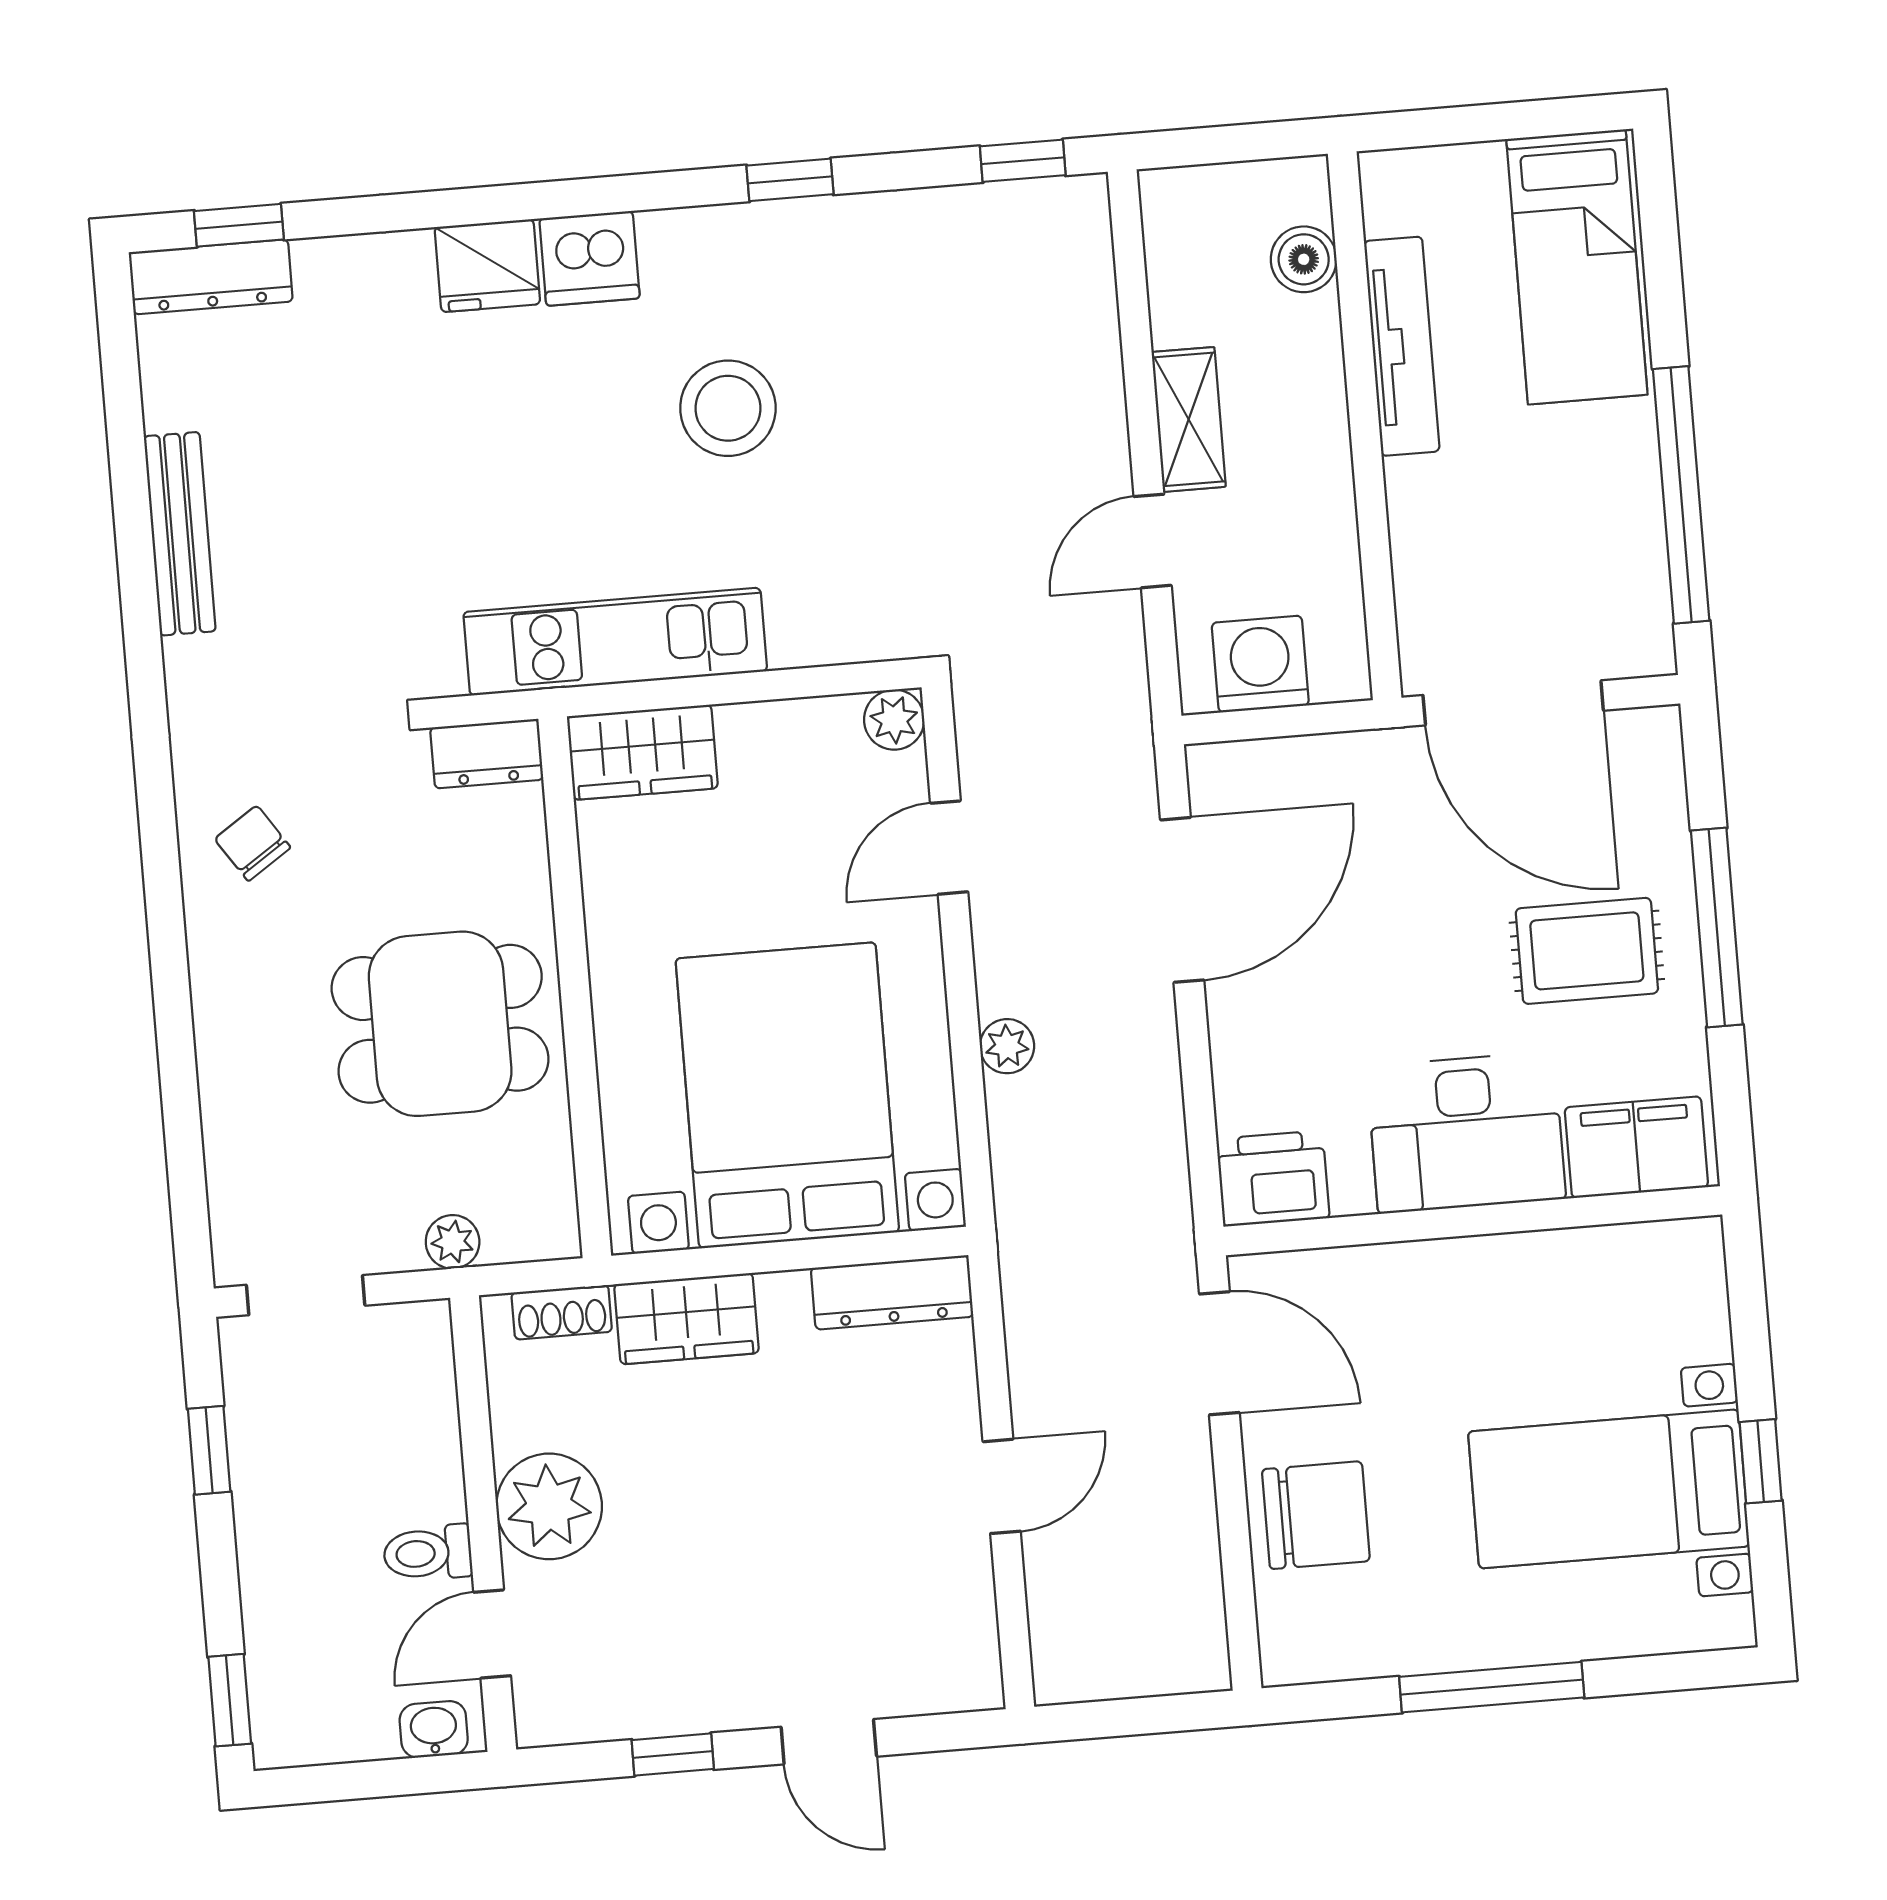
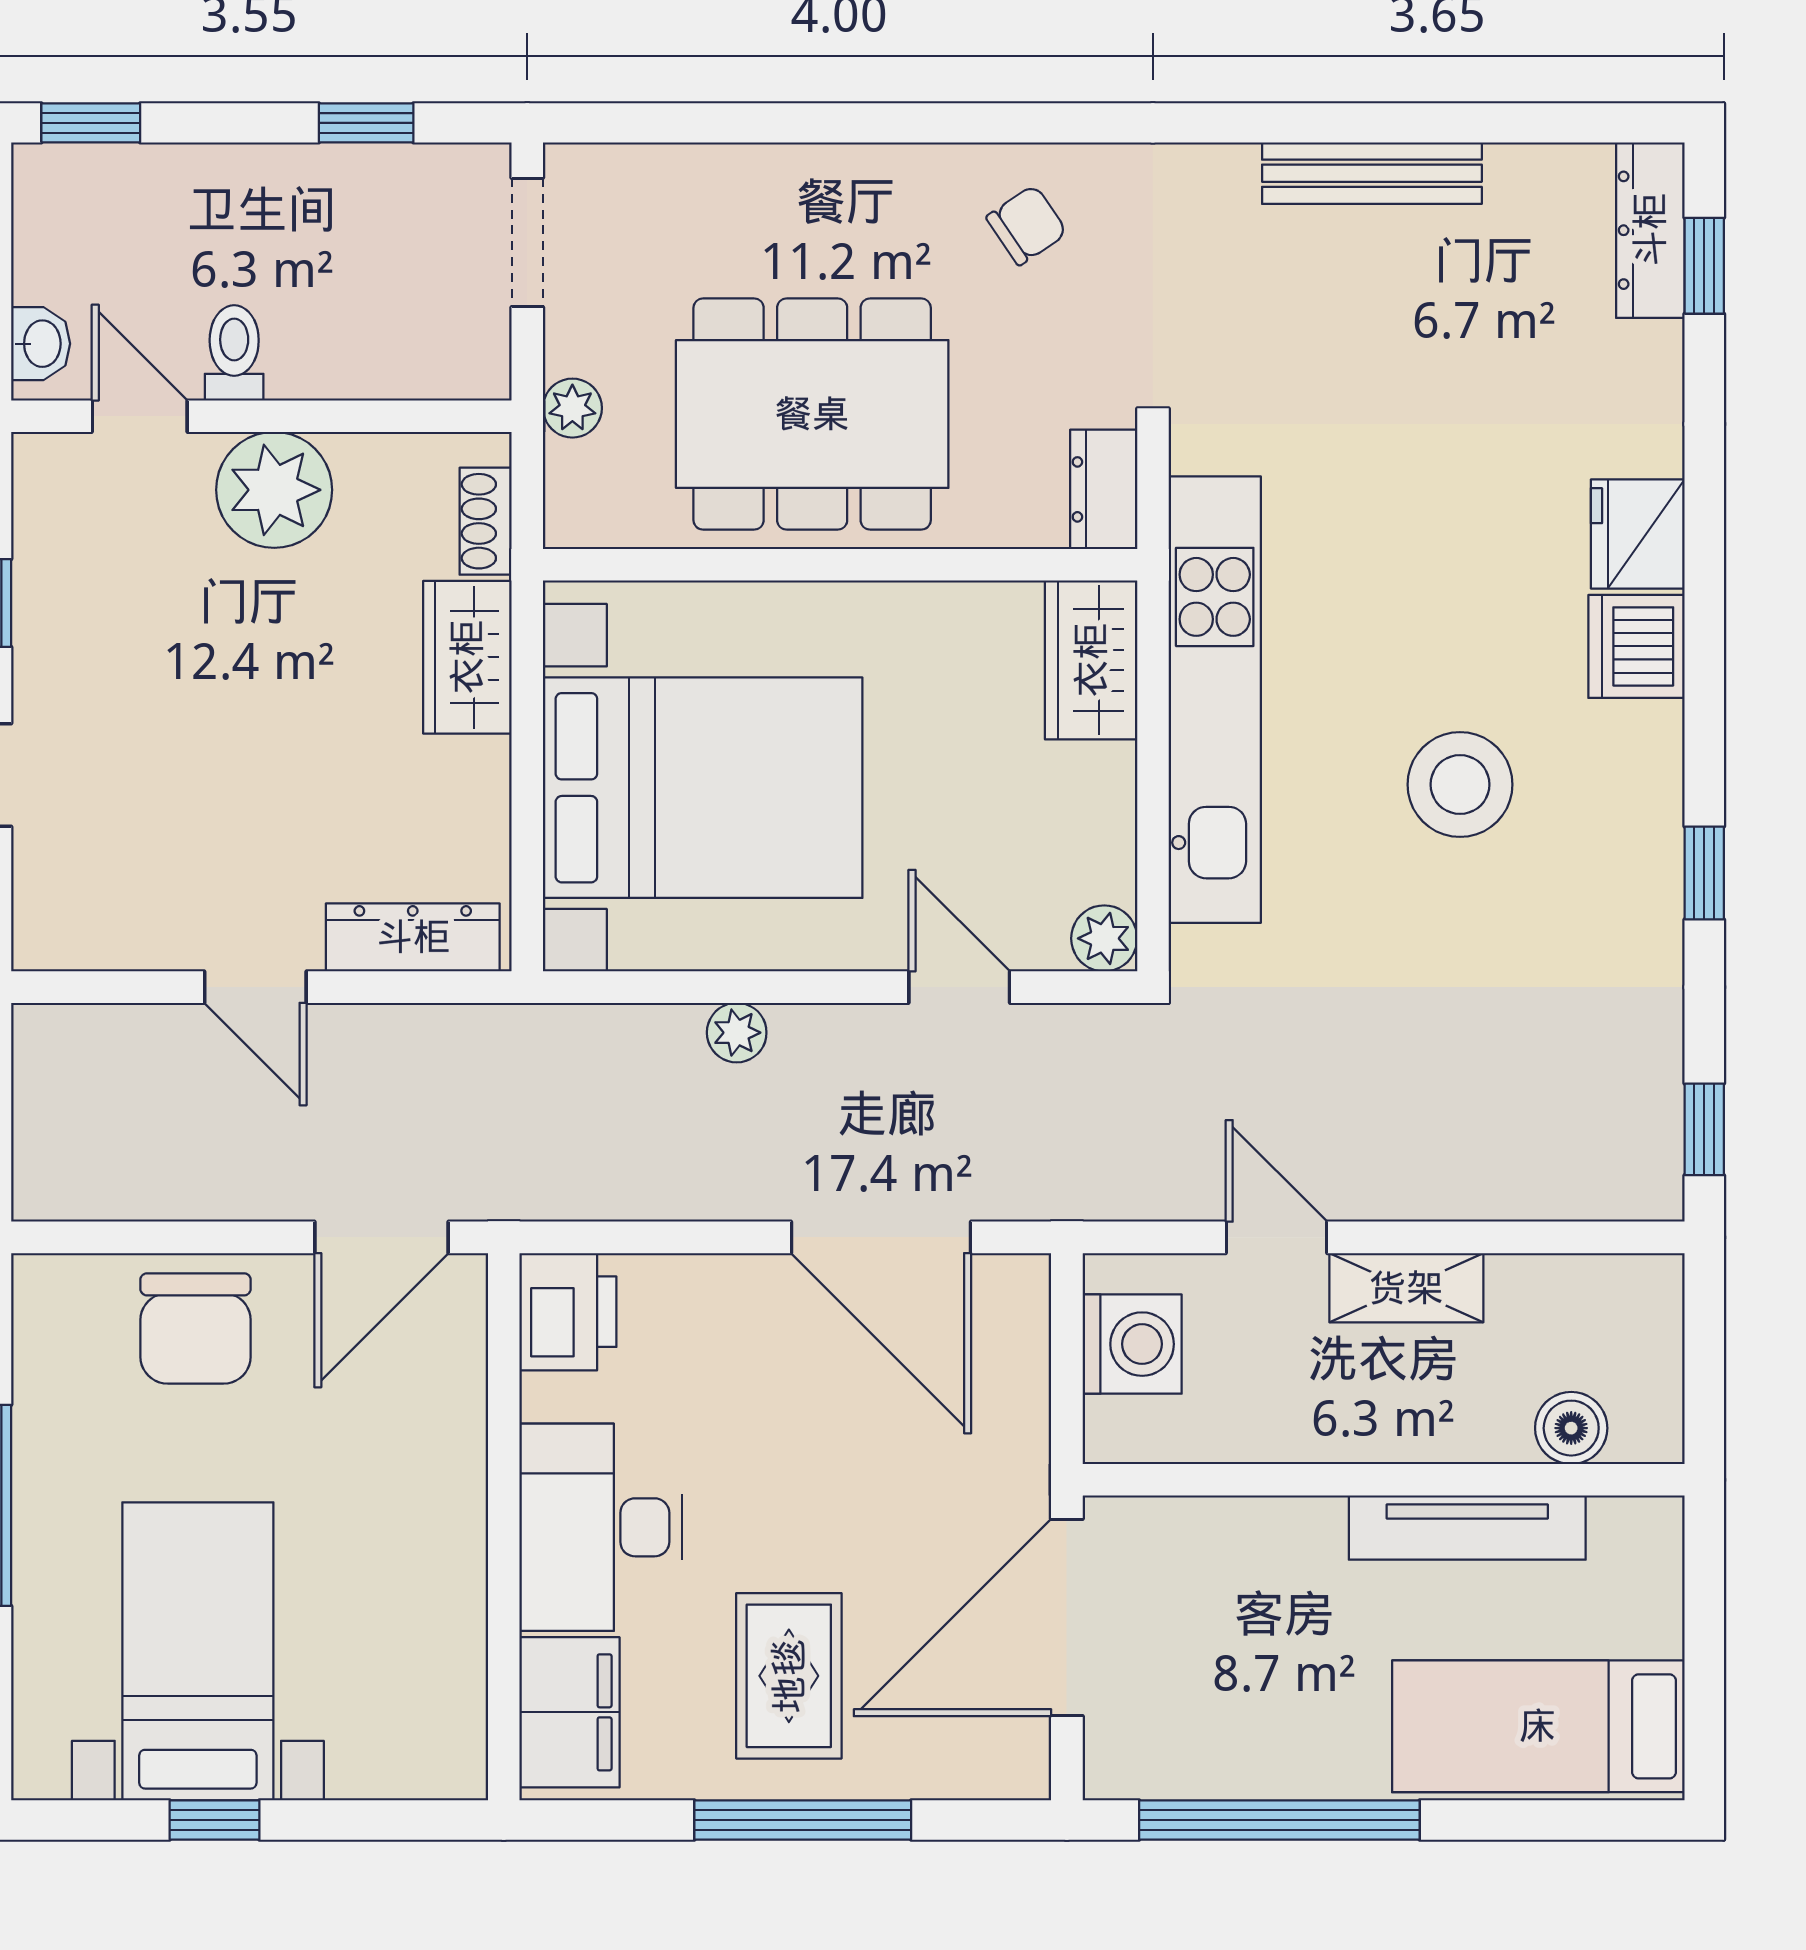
kitchen unit: (615, 642) -> (1215, 700), width x1.36
dining table: (440, 1024) -> (812, 414), width x1.38
dresser: (892, 1292) -> (413, 937), moved, turned 90

